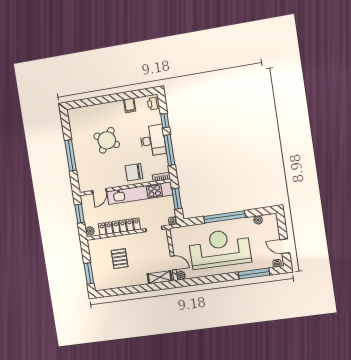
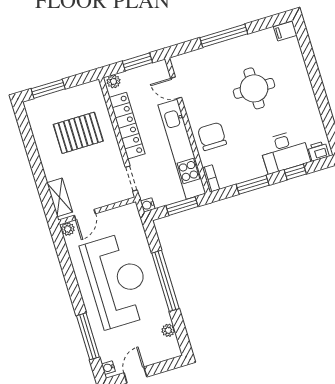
filing cabinet: (130, 105) -> (285, 31), moved
round table: (107, 140) -> (254, 88), turned -32
desk: (153, 140) -> (285, 152), moved
window: (169, 150) -> (253, 185), width x0.69
pallet: (120, 259) -> (78, 133), width x1.50, depth x1.42

